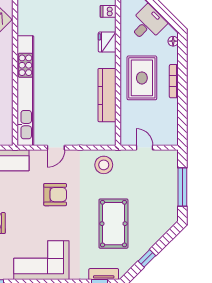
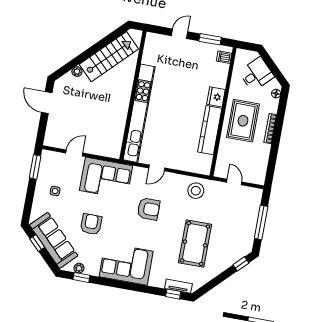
fridge: (107, 42) -> (216, 97), moved
window: (147, 258) -> (241, 264), moved

